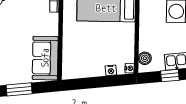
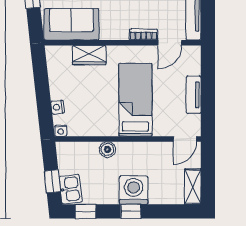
wardrobe: (70, 44) -> (89, 55), added
boiler: (145, 58) -> (107, 150), moved

